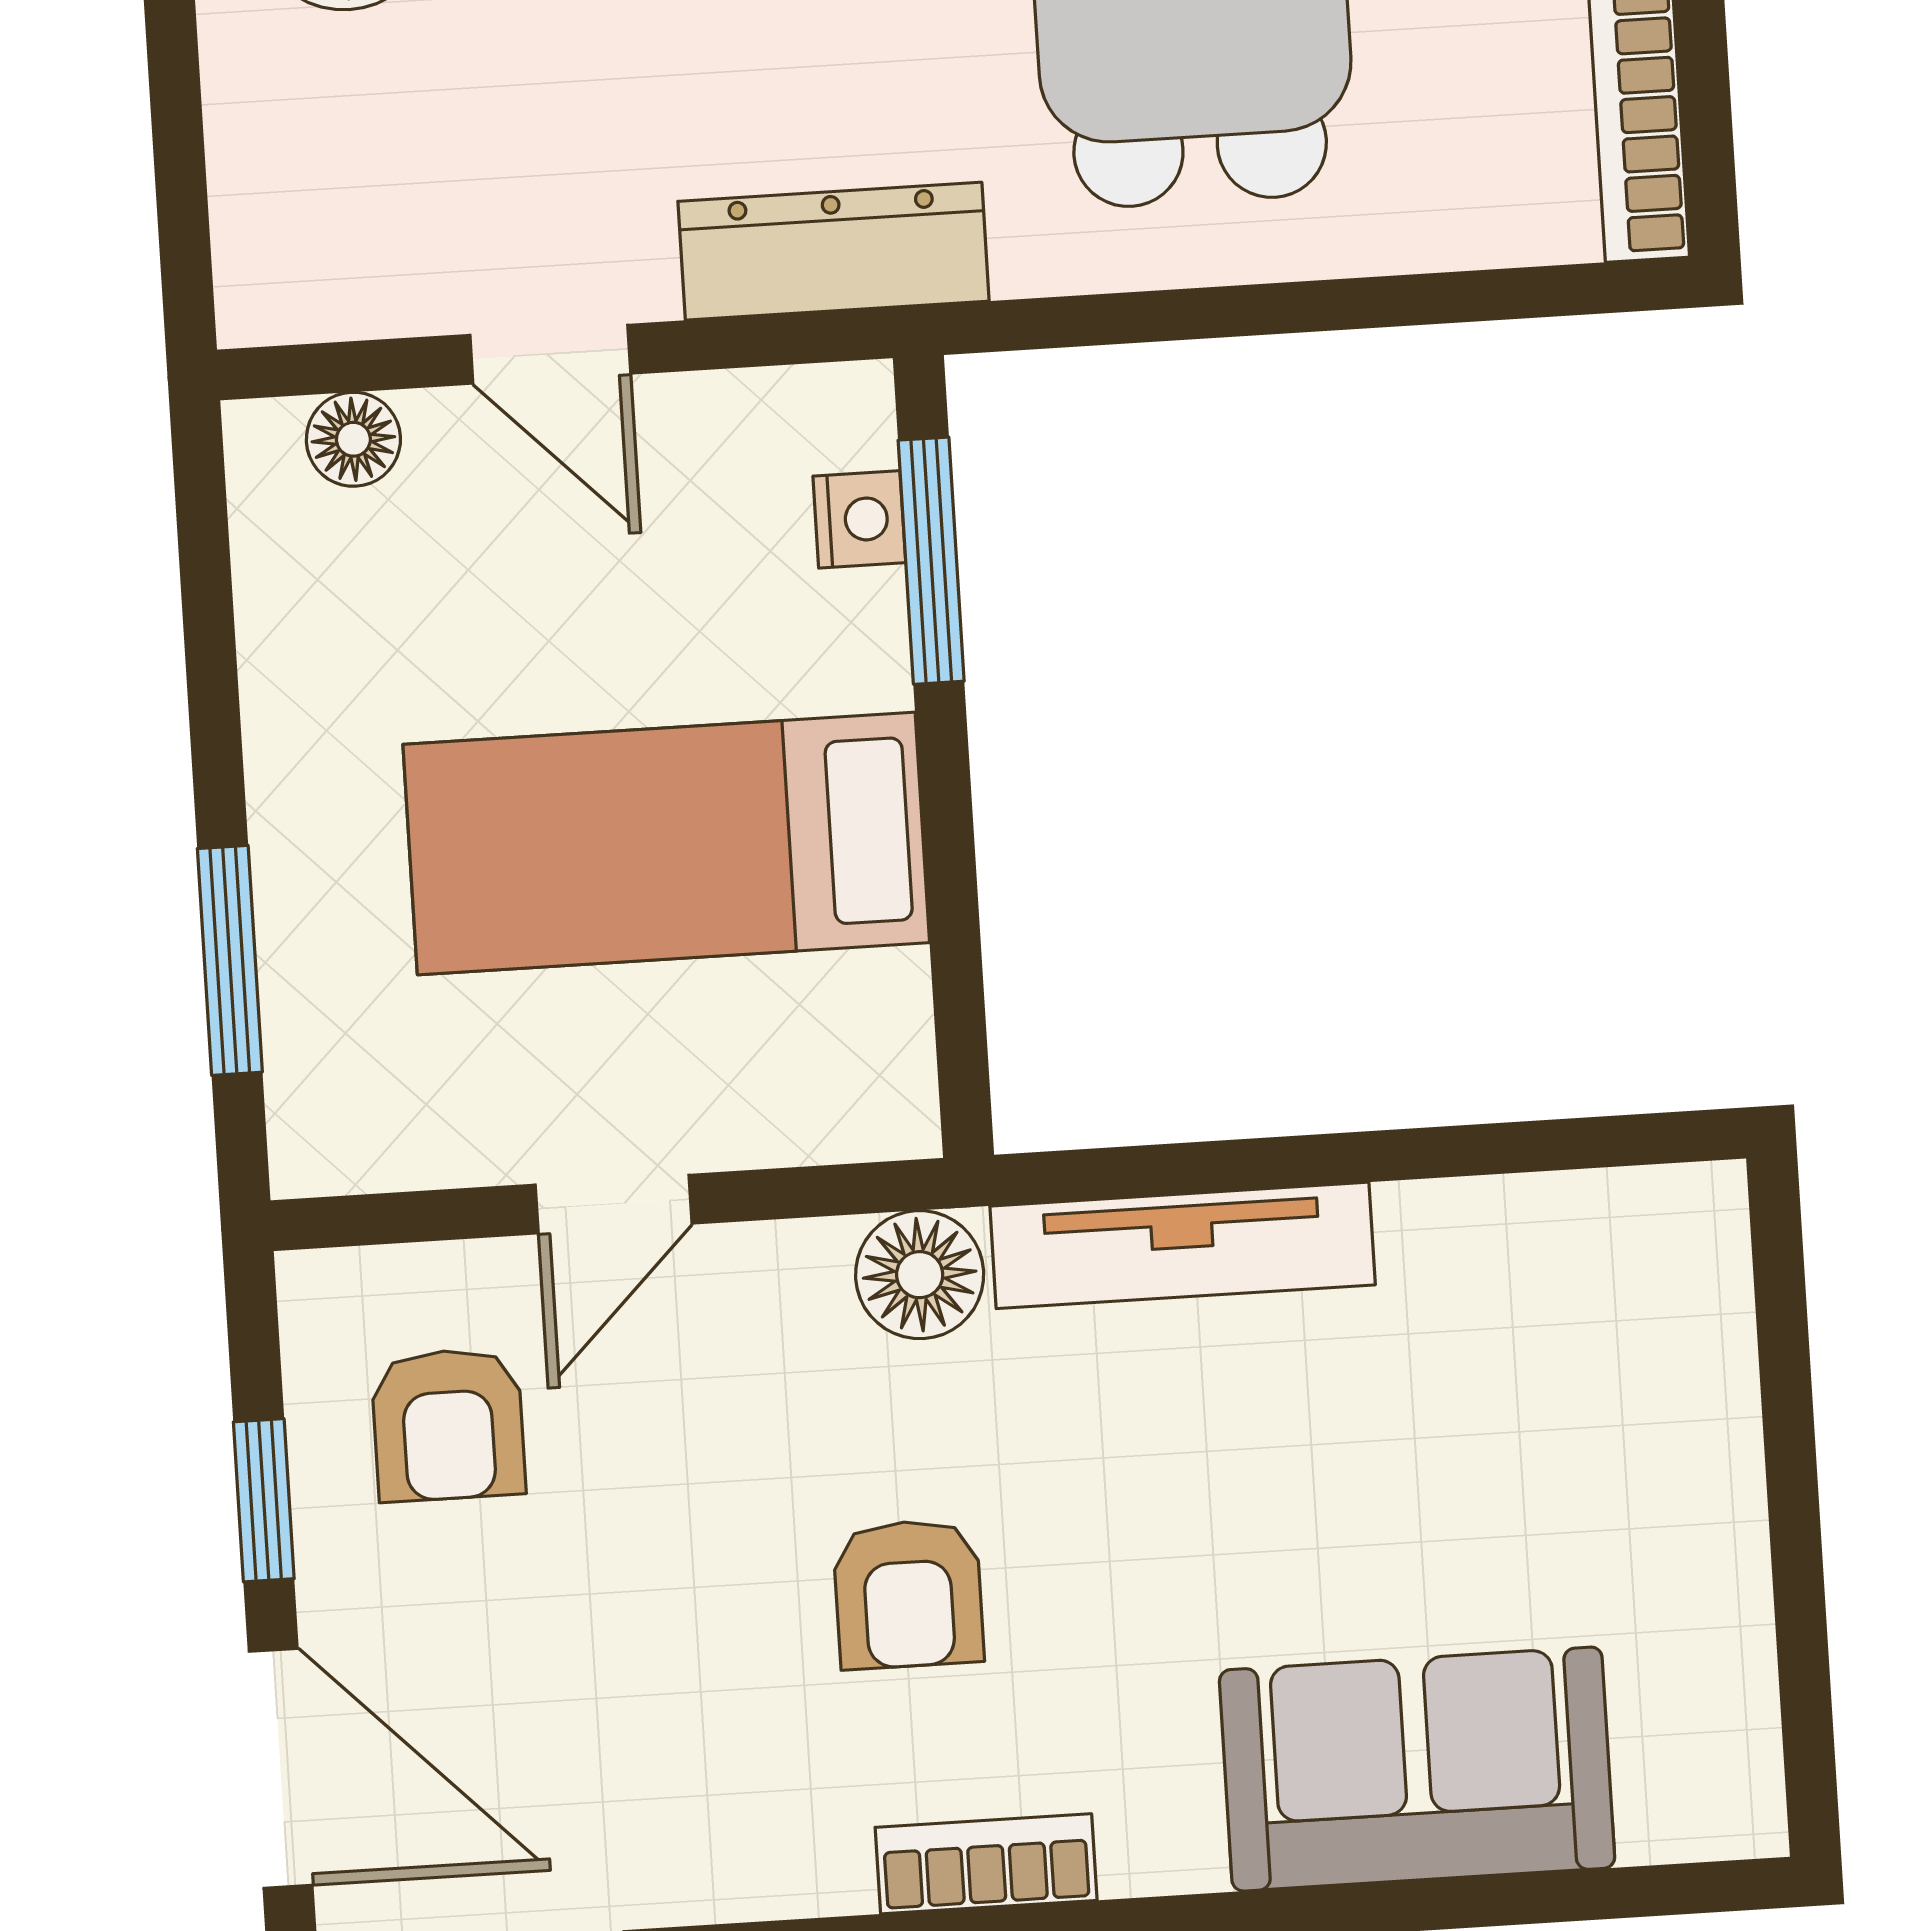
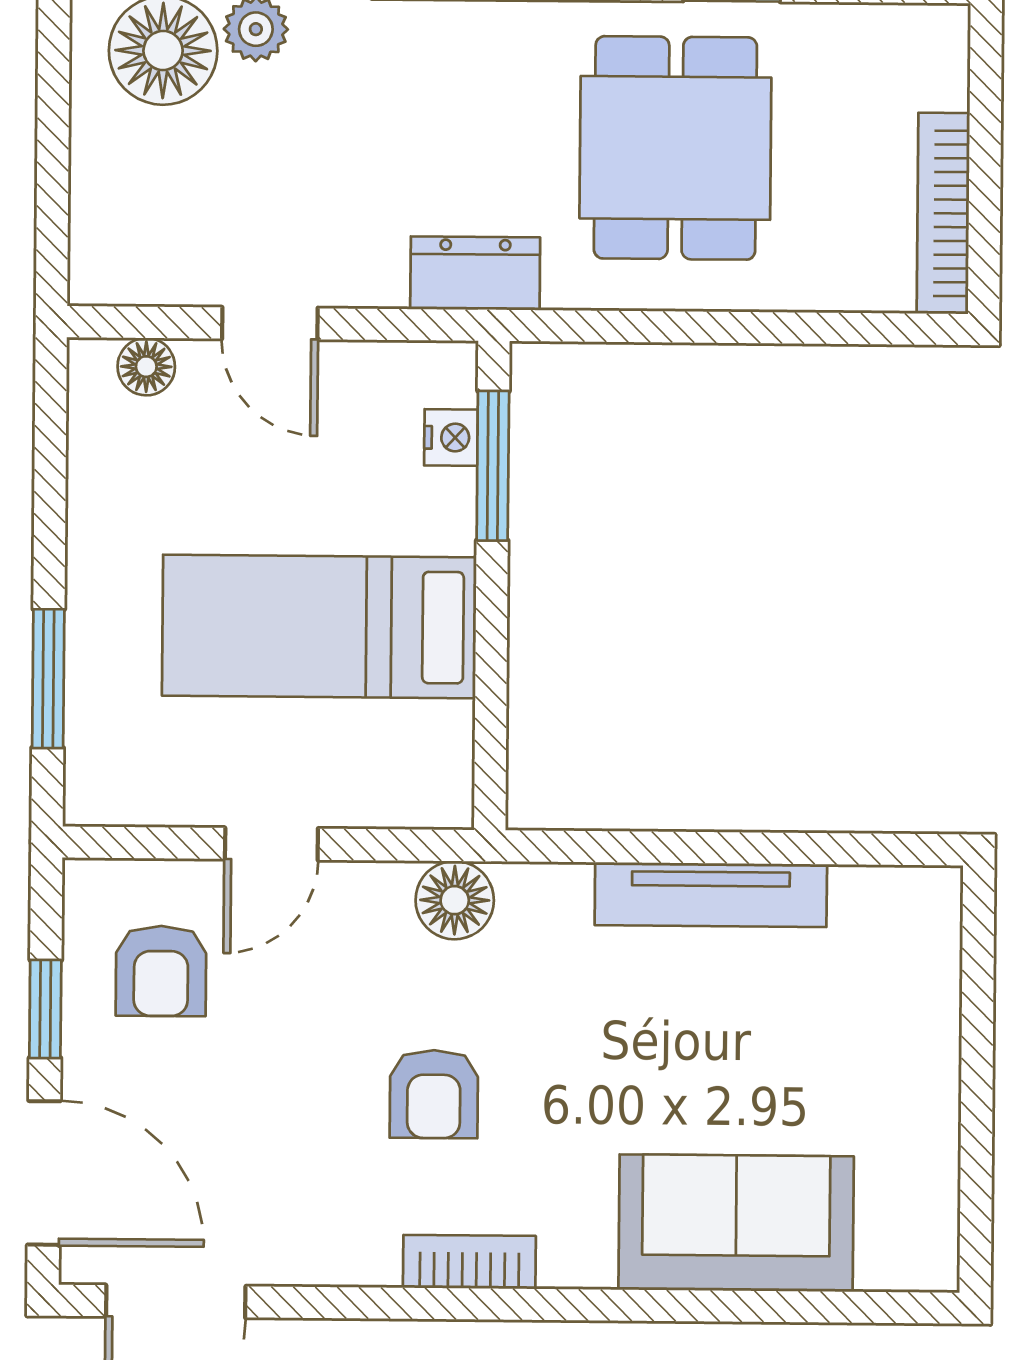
dresser: (834, 251) -> (475, 273), width x0.70
tv unit: (1183, 1245) -> (711, 895), moved

